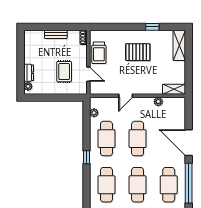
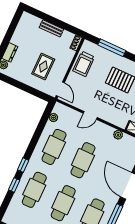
window: (117, 27) -> (112, 48), added
door: (88, 74) -> (60, 89), moved
window: (86, 157) -> (23, 165), moved
window: (86, 189) -> (14, 185), added

